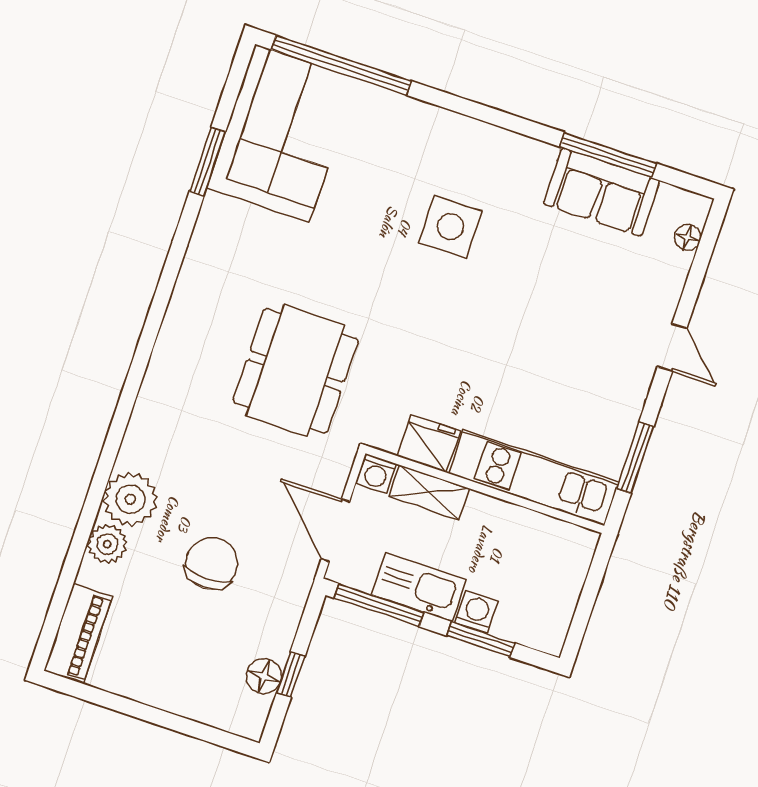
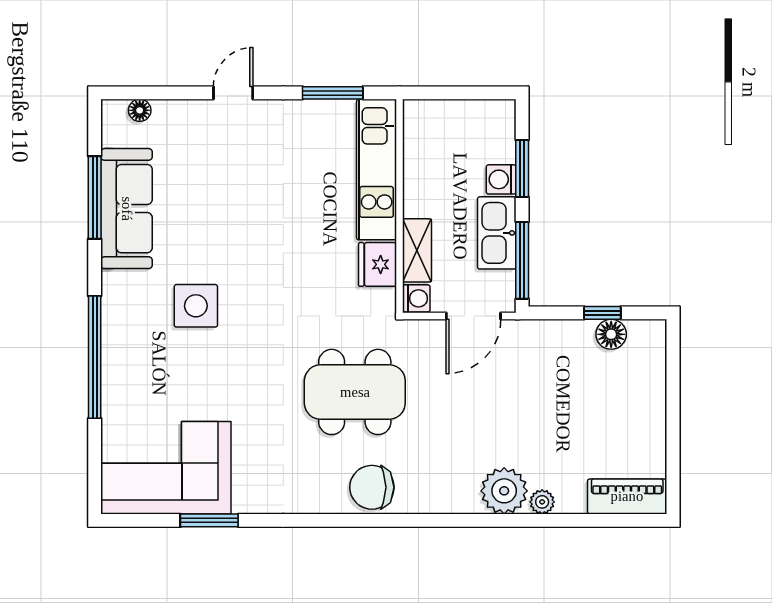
window: (341, 65) -> (95, 357), moved
sofa: (602, 192) -> (127, 209), width x1.36
plant: (107, 544) -> (542, 502), width x0.73, depth x0.73
chair: (212, 563) -> (372, 487), moved

